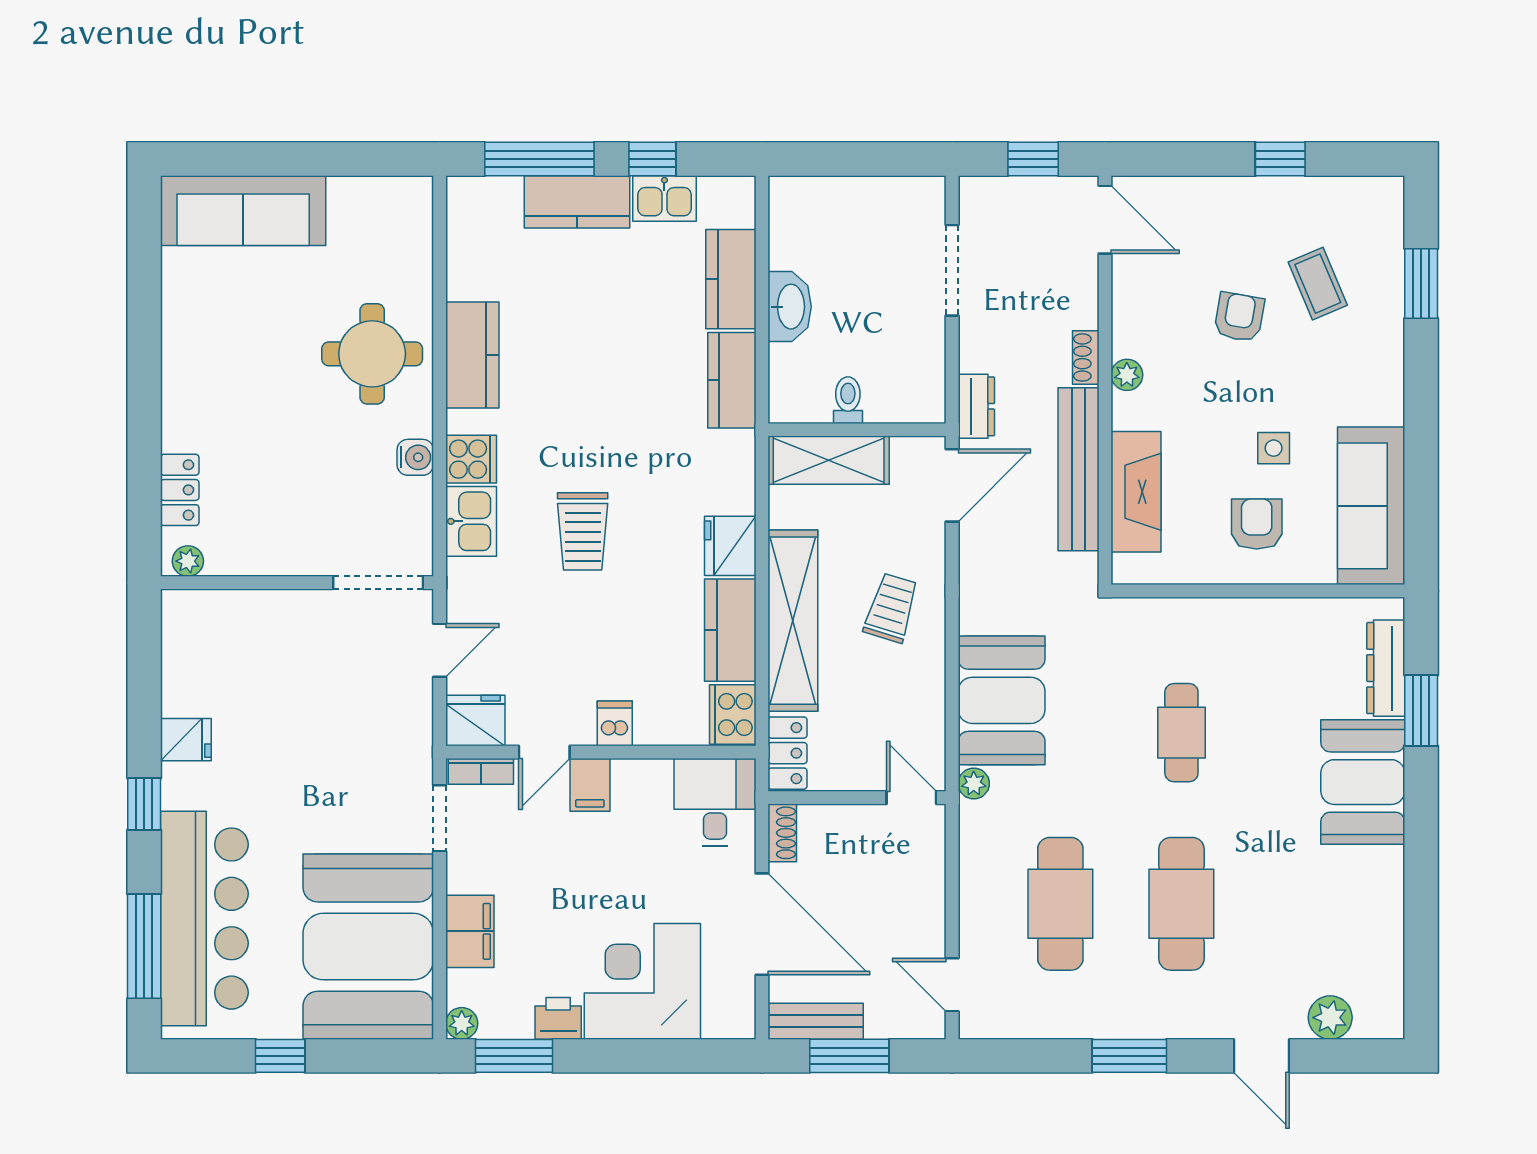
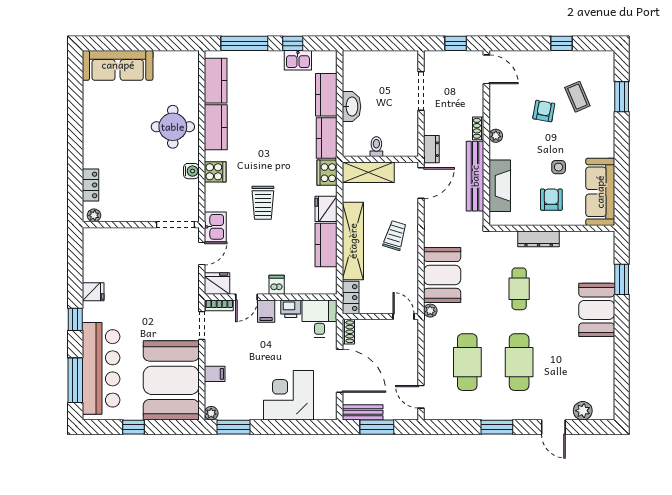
kitchen counter: (577, 202) -> (216, 81), moved, turned -90
kitchen sink: (471, 521) -> (215, 227), moved
dresser: (1386, 668) -> (539, 239), moved, turned -90
cooker: (733, 715) -> (327, 173), moved
filing cabinet: (470, 931) -> (215, 374), width x0.50
printer: (558, 1018) -> (291, 309), moved, turned 180

